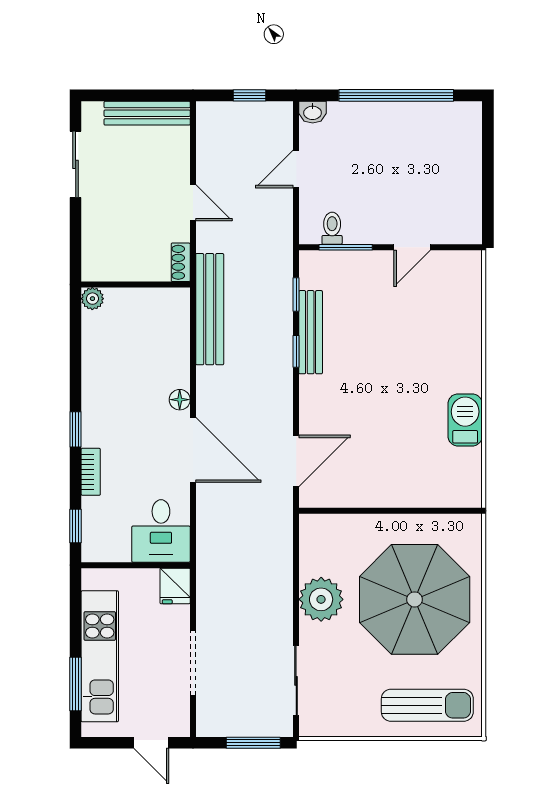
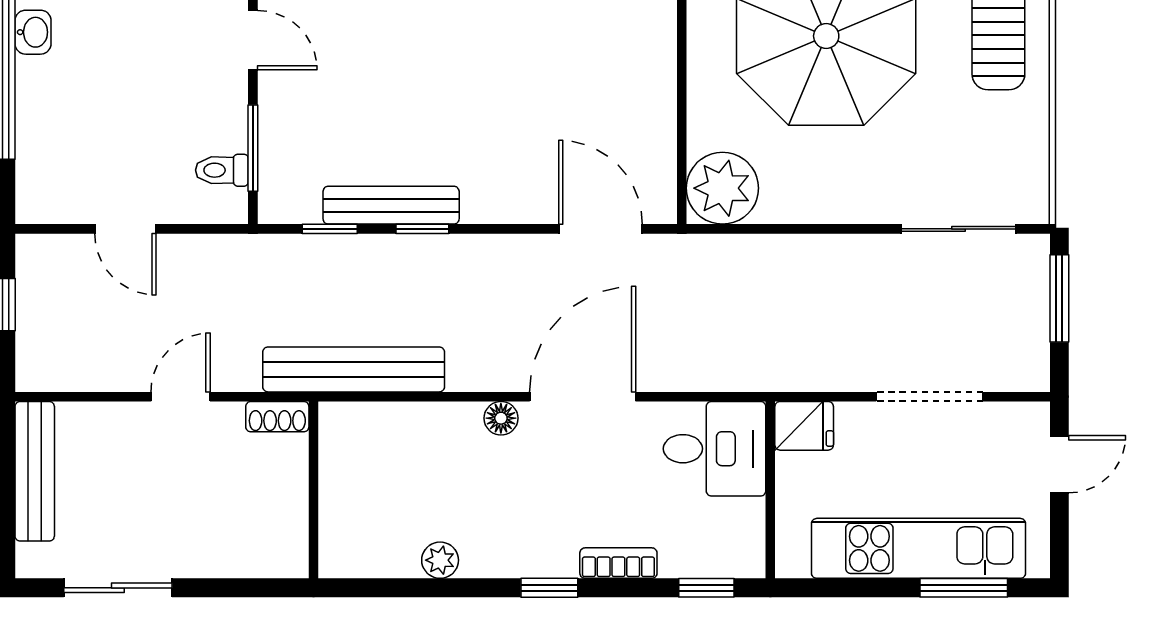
washbasin: (313, 112) -> (33, 32), moved
plant: (92, 299) -> (440, 560), moved
plant: (321, 599) -> (722, 188), moved

